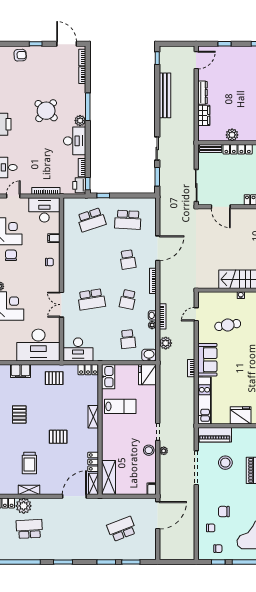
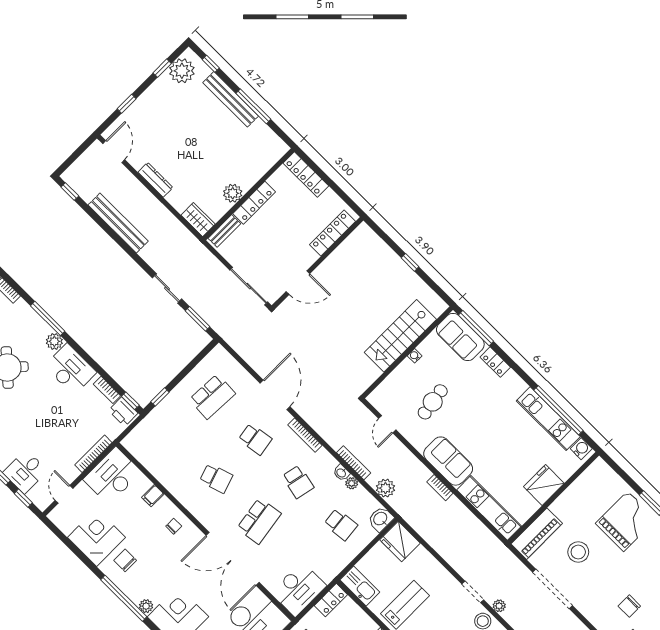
wardrobe: (204, 115) -> (198, 220), moved
school desk: (91, 220) -> (216, 478), moved, width x0.54
double door: (62, 305) -> (233, 559), width x1.87

